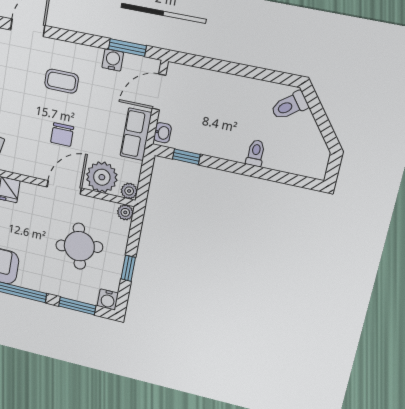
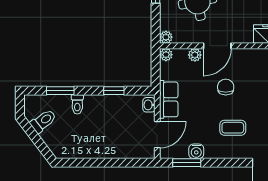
toilet: (289, 106) -> (43, 121), moved
window: (186, 157) -> (114, 91), moved
window: (274, 176) -> (60, 91), added
plant: (102, 177) -> (195, 55), width x0.53, depth x0.53

